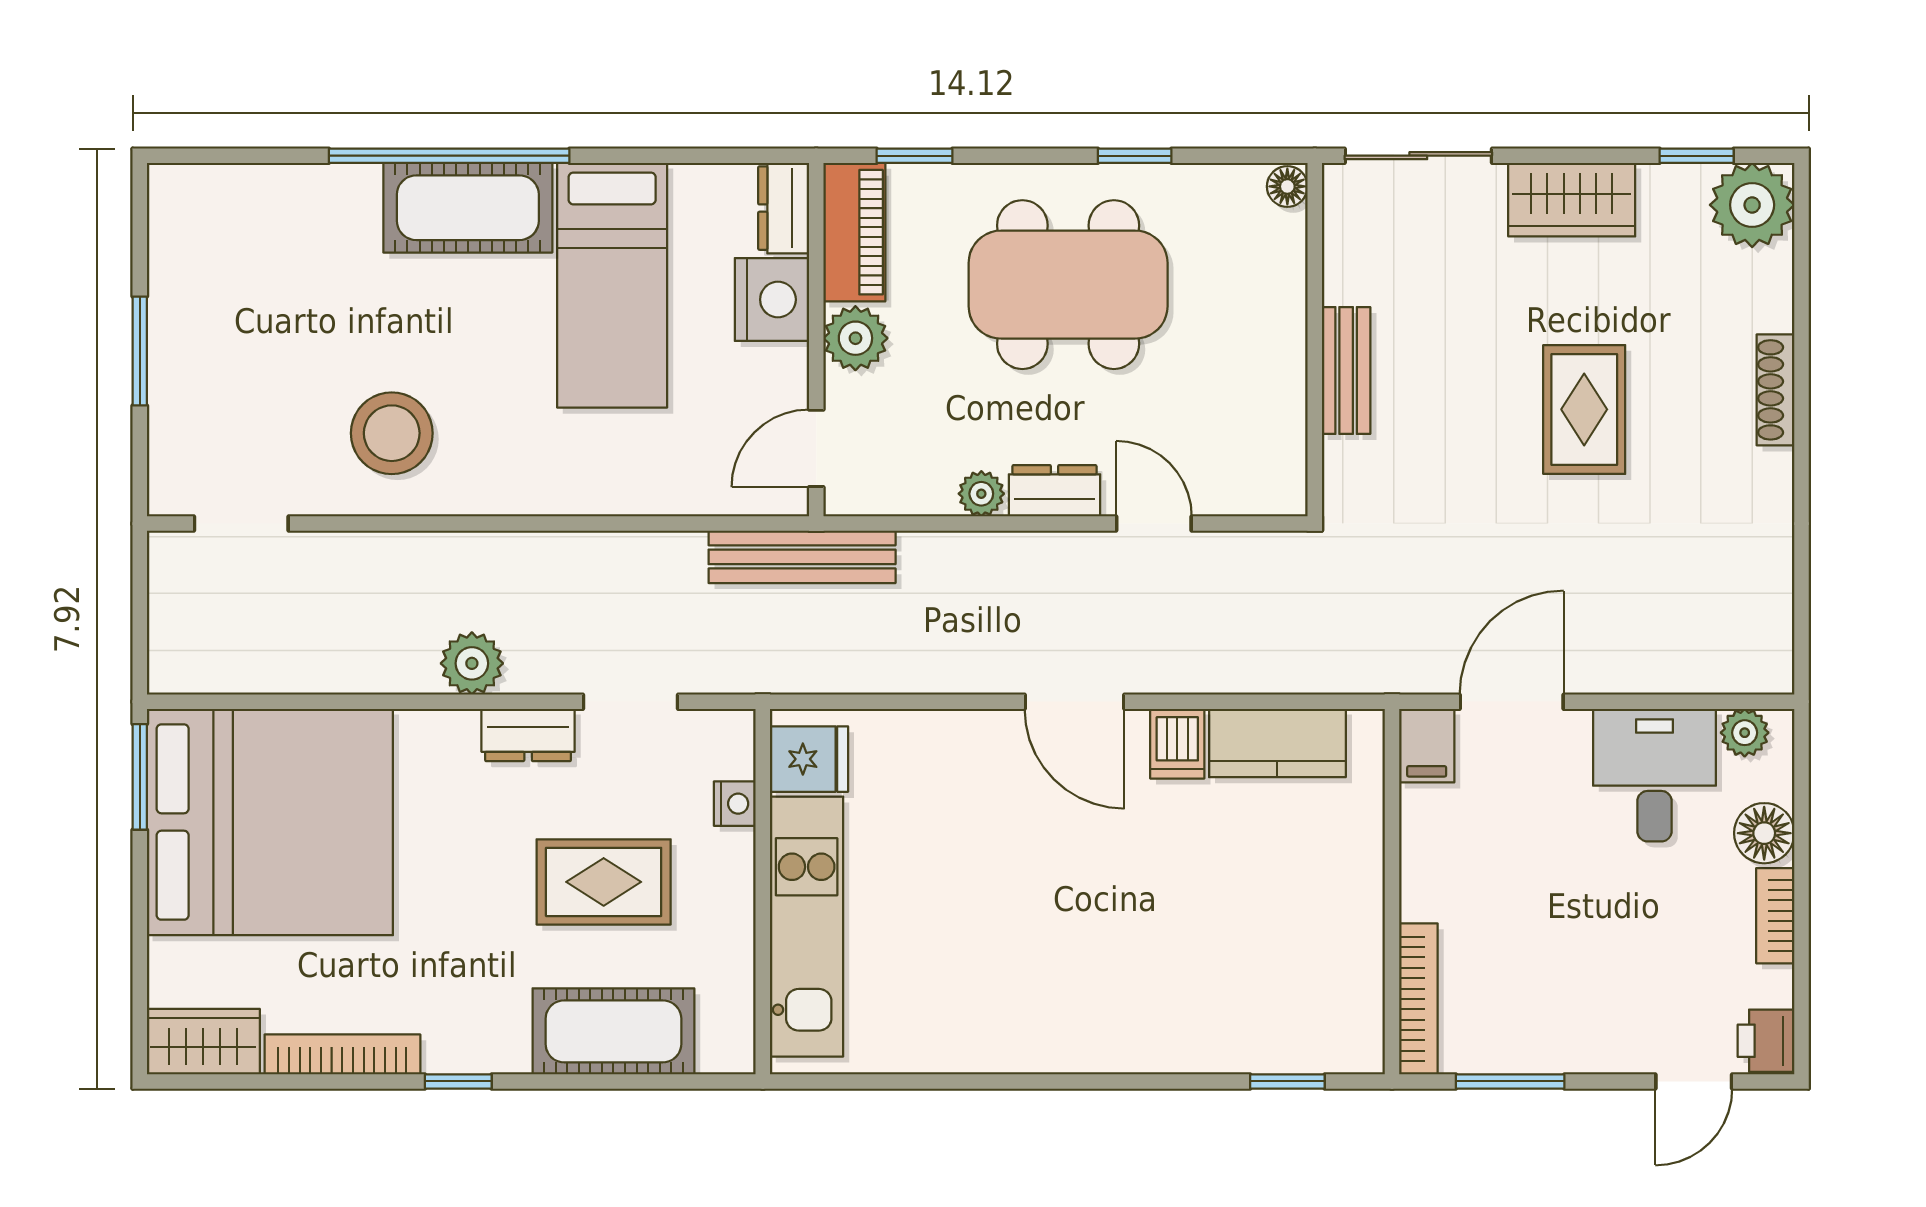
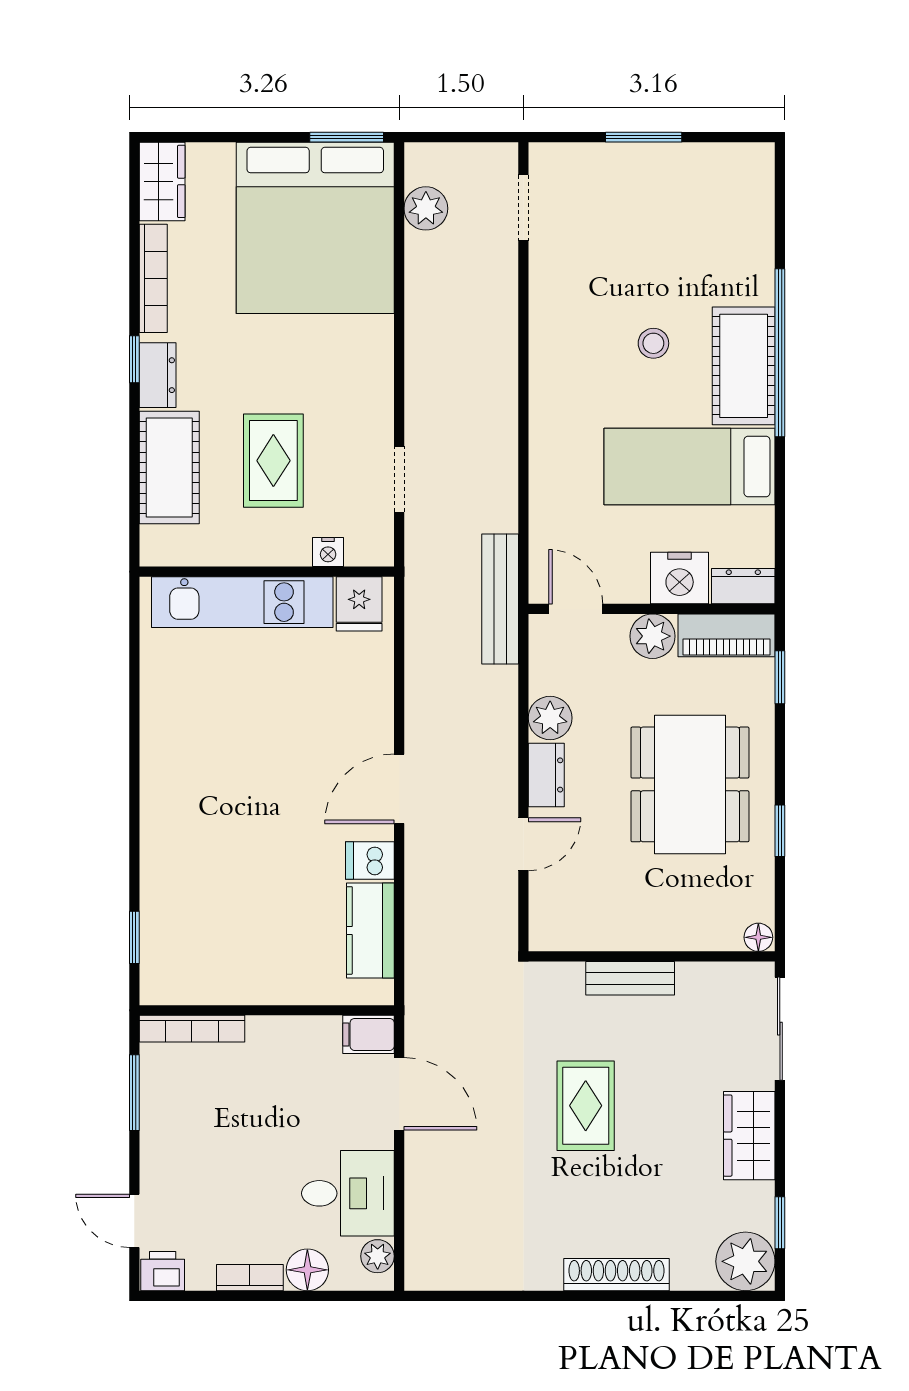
shoe rack: (1775, 390) -> (617, 1275), width x1.36, depth x1.24
rug: (1584, 409) -> (586, 1106), moved, turned 90
stool: (392, 433) -> (653, 343), moved, width x0.53, depth x0.53
plant: (981, 494) -> (550, 718), width x1.38, depth x1.38
plant: (472, 663) -> (426, 208), moved
dresser: (528, 735) -> (158, 375), moved, turned 180

